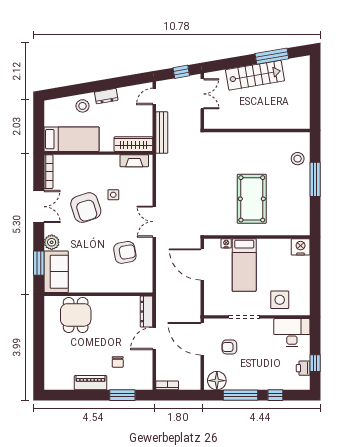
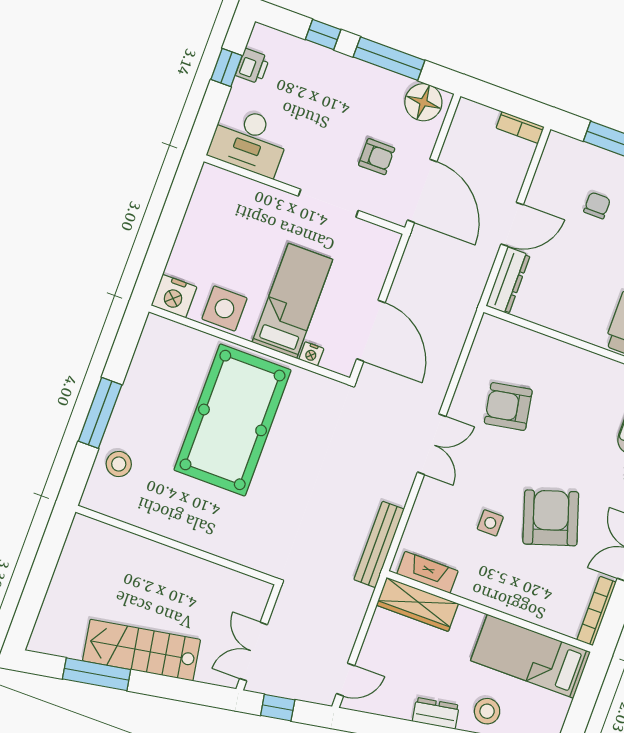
bench: (162, 133) -> (379, 544), moved
pool table: (252, 199) -> (233, 420), width x1.36, depth x1.32
side table: (280, 300) -> (224, 308), moved

